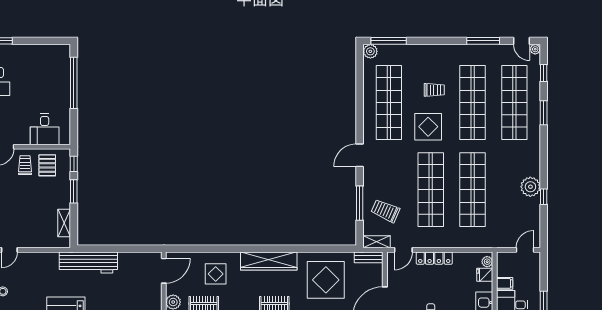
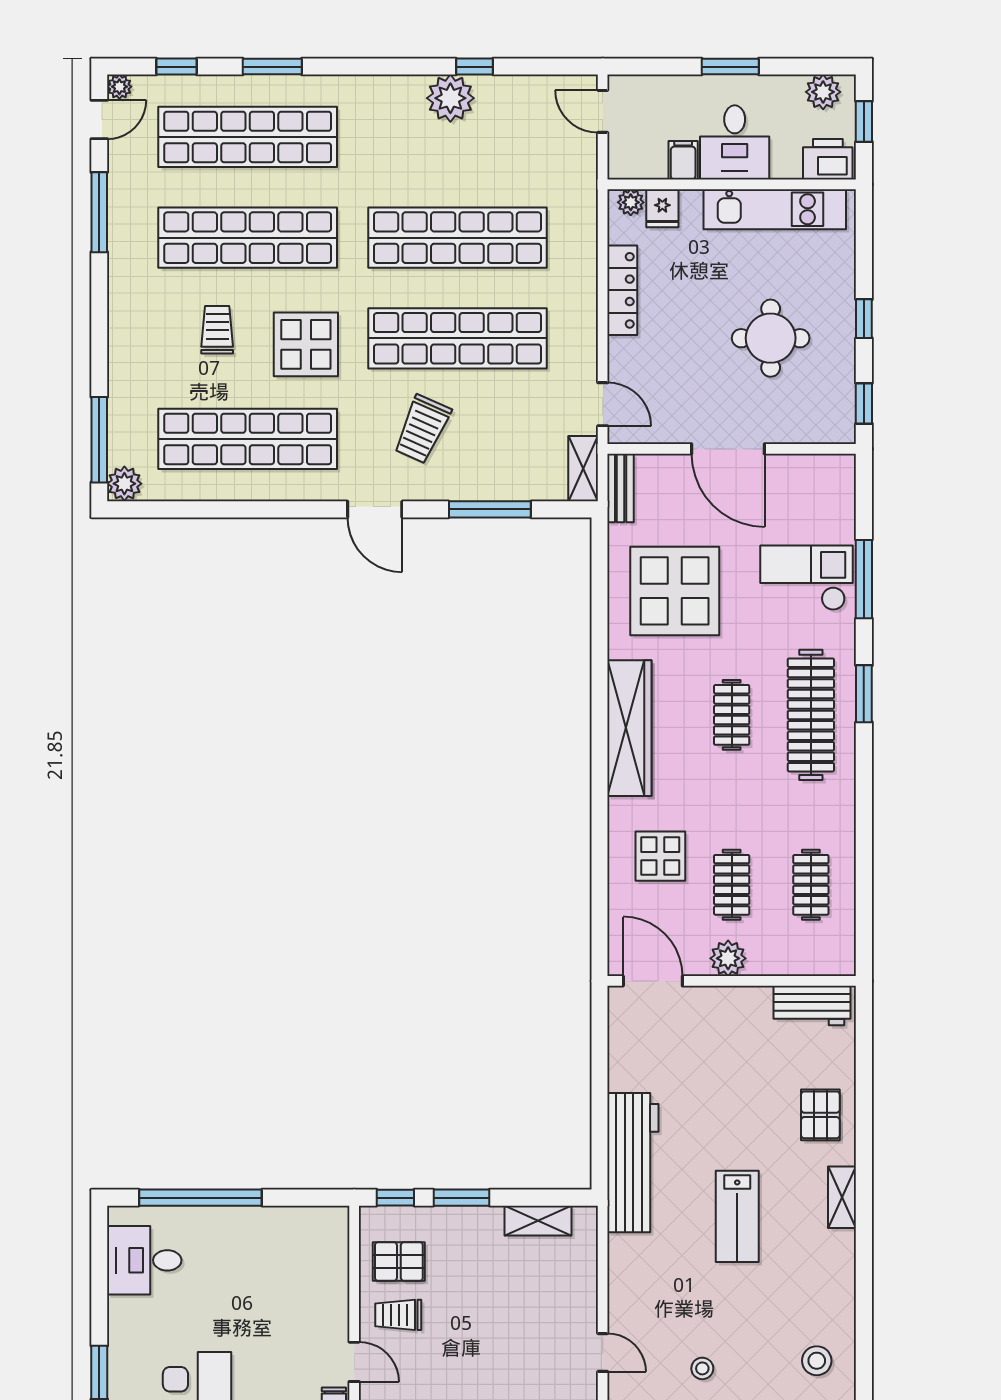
desk: (45, 129) -> (144, 1260), moved, turned 180
trolley: (385, 211) -> (422, 429), moved
locker: (434, 258) -> (622, 290), moved

